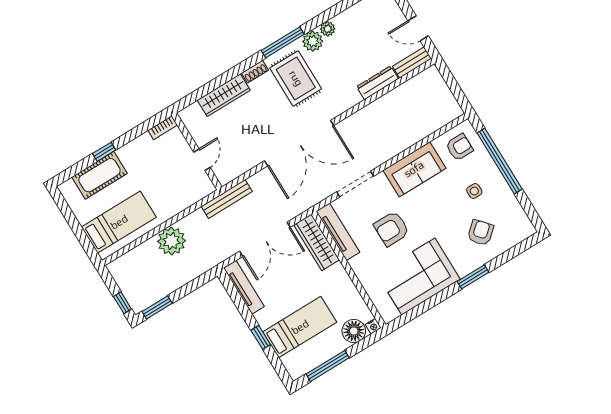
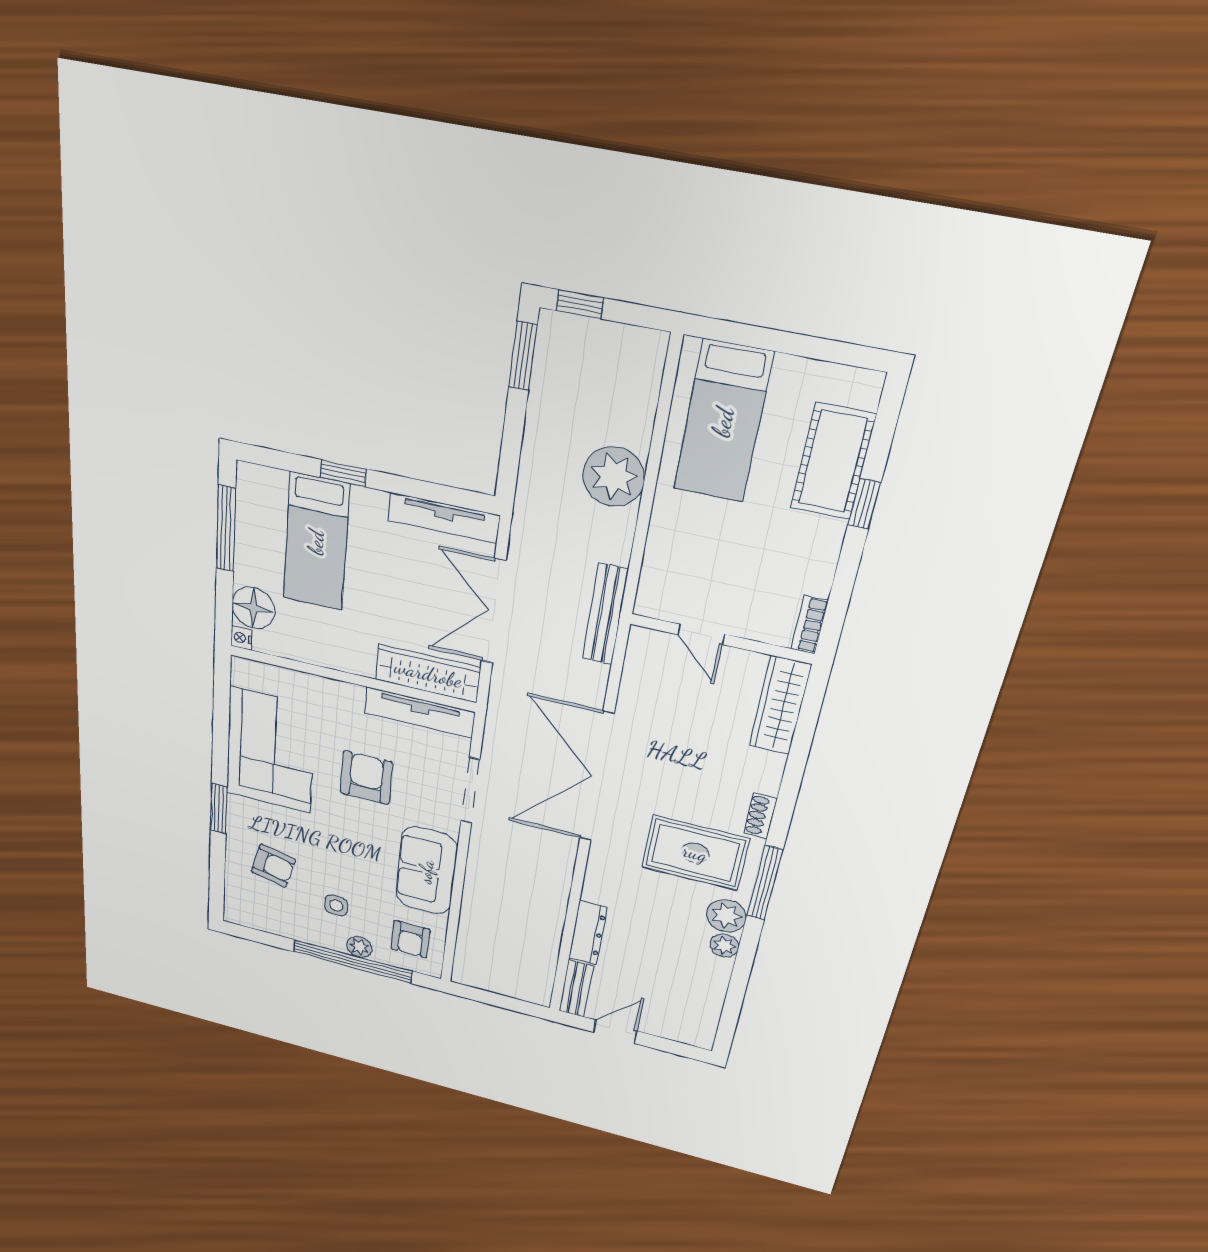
wardrobe: (224, 95) -> (780, 705), moved
plant: (488, 164) -> (359, 947), added
armchair: (481, 233) -> (273, 866), turned -36

